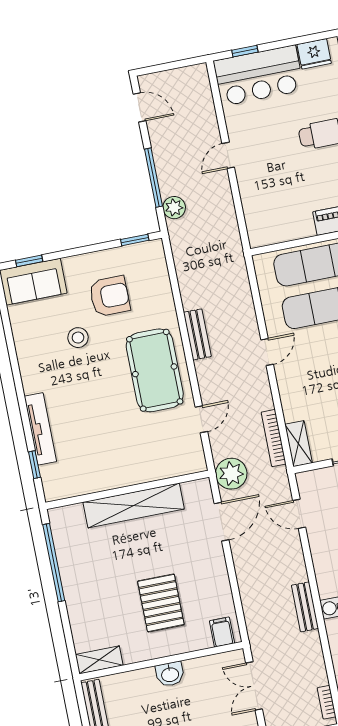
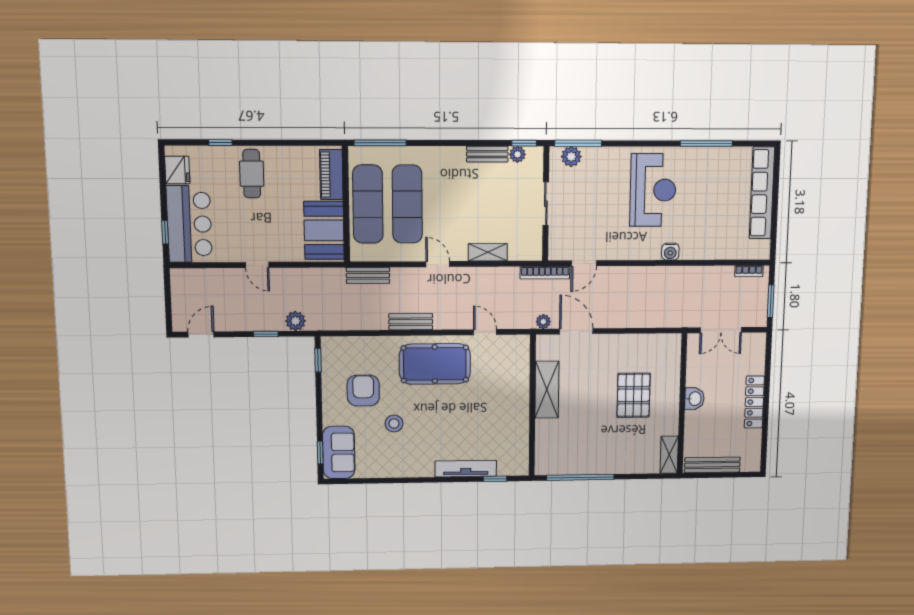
window: (153, 178) -> (266, 334), width x0.46
booth: (280, 221) -> (324, 230), added
bookcase: (274, 438) -> (545, 273), moved
shelving: (299, 444) -> (488, 252), moved
plant: (231, 474) -> (543, 322), width x0.53, depth x0.53
shelving: (134, 506) -> (547, 390), width x0.68
pallet: (161, 603) -> (634, 395), turned 90
bench: (305, 607) -> (368, 275), moved
filing cabinet: (222, 632) -> (669, 349), removed

